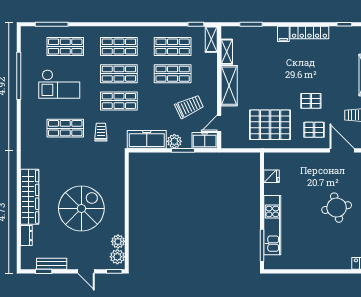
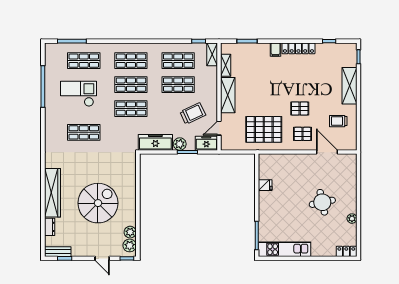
checkout: (59, 84) -> (79, 94), turned 180
trolley: (101, 132) -> (115, 136), removed
fridge: (272, 176) -> (265, 185), moved
kitchen unit: (272, 225) -> (285, 249), moved, turned -90
bench: (52, 264) -> (58, 252), moved

